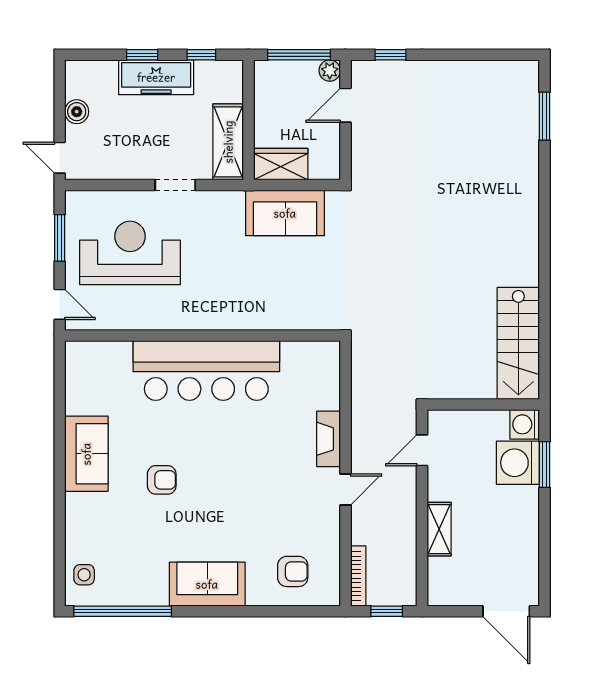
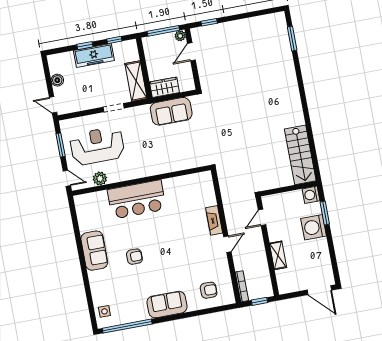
plant: (123, 317) -> (100, 179), added
bar counter: (206, 370) -> (137, 199), width x0.73
washing machine: (518, 463) -> (314, 227), moved

